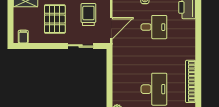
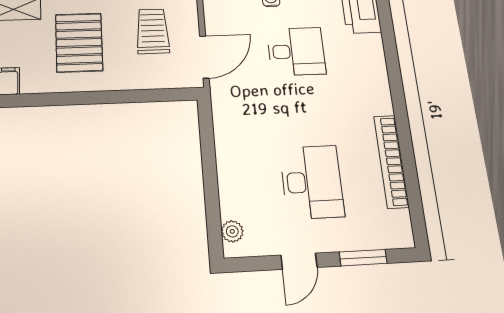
sliding door: (81, 46) -> (139, 96), removed

